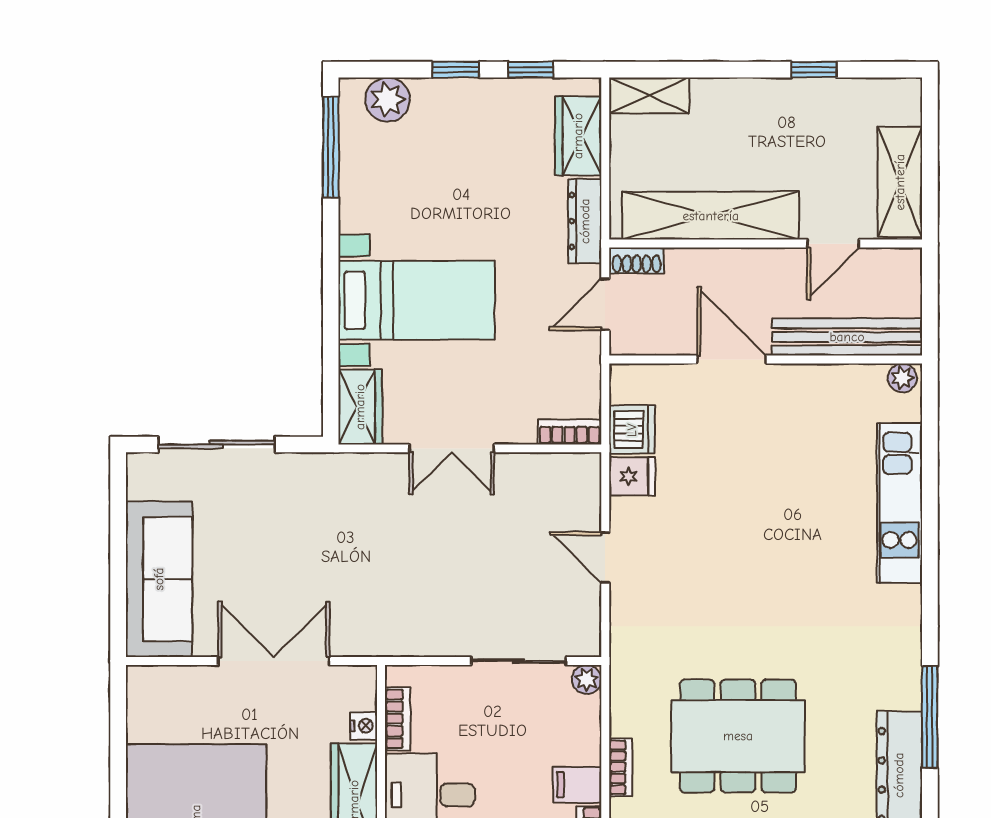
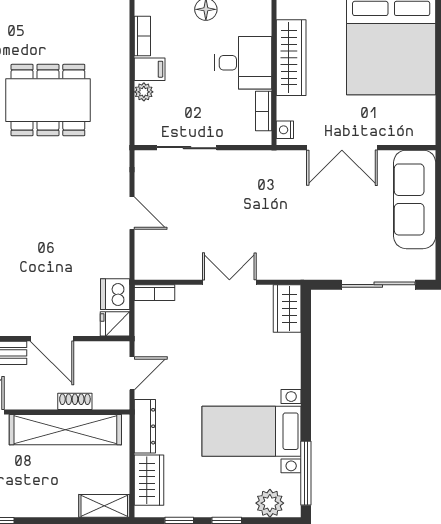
shoe rack: (637, 260) -> (75, 401), moved
bed with nightstands: (417, 300) -> (252, 431), moved
fridge: (632, 476) -> (115, 324), moved
plant: (587, 679) -> (144, 92), moved
nightstand: (364, 726) -> (285, 130), moved
bookcase: (621, 767) -> (122, 80), removed

